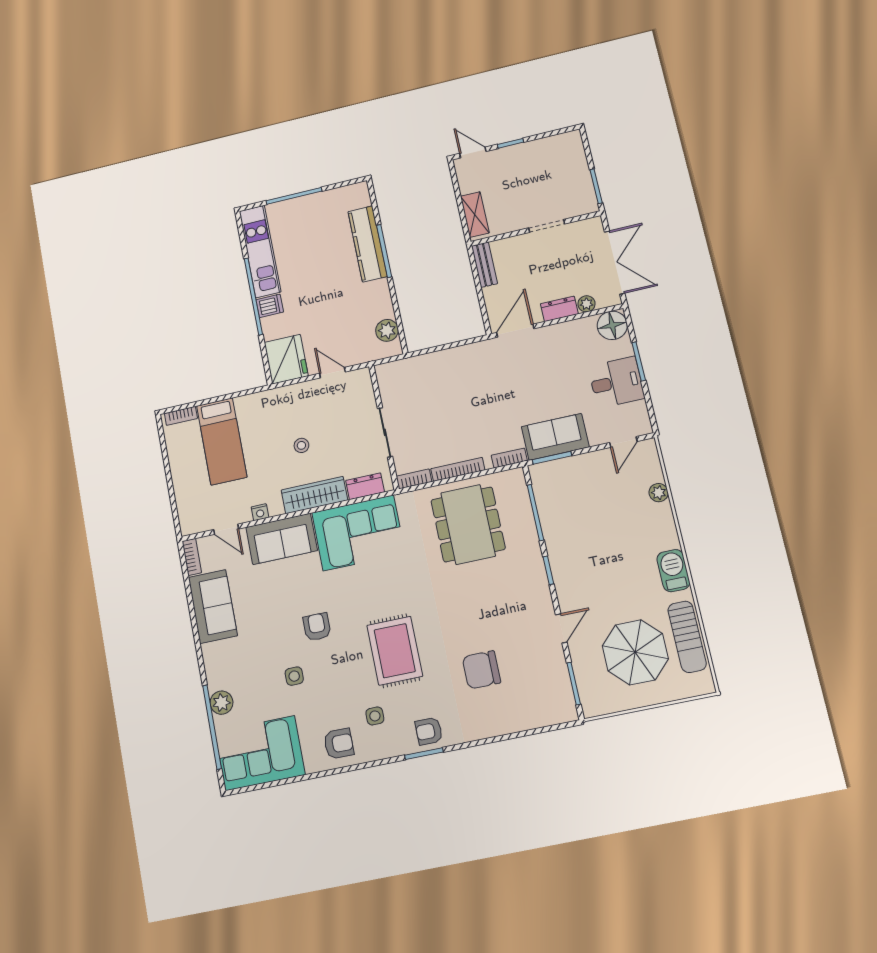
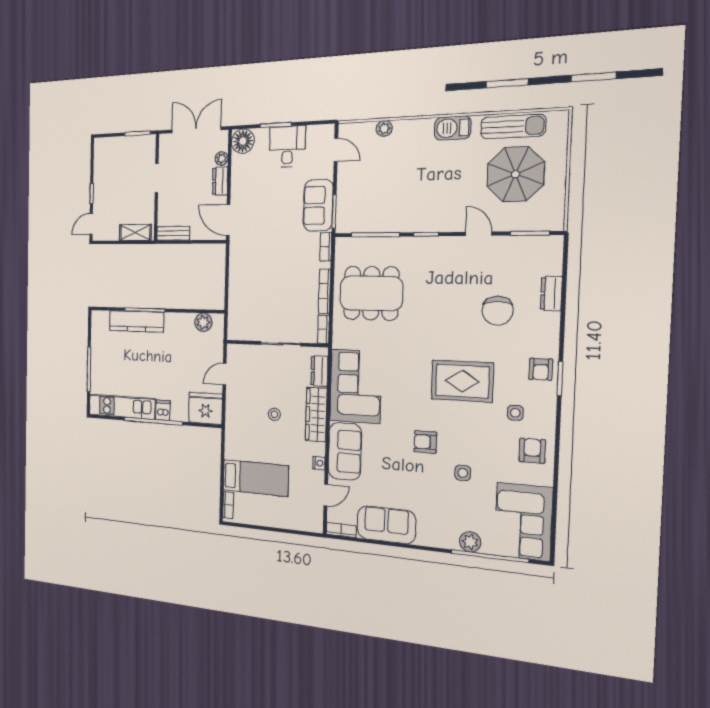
dresser: (513, 722) -> (551, 293), added

